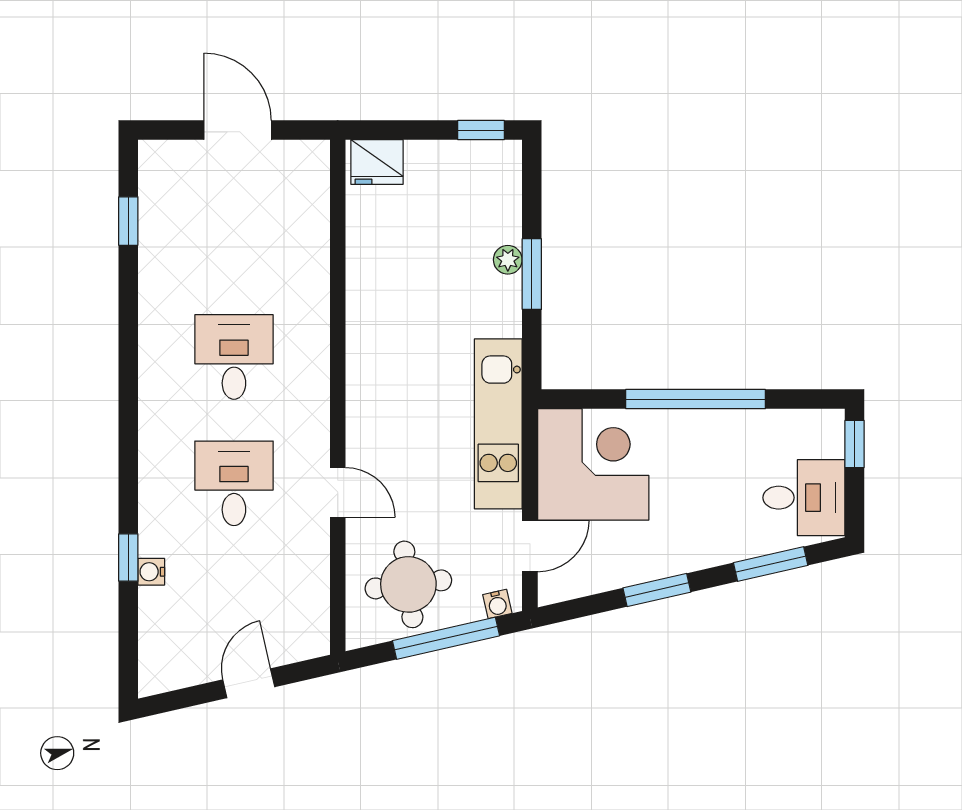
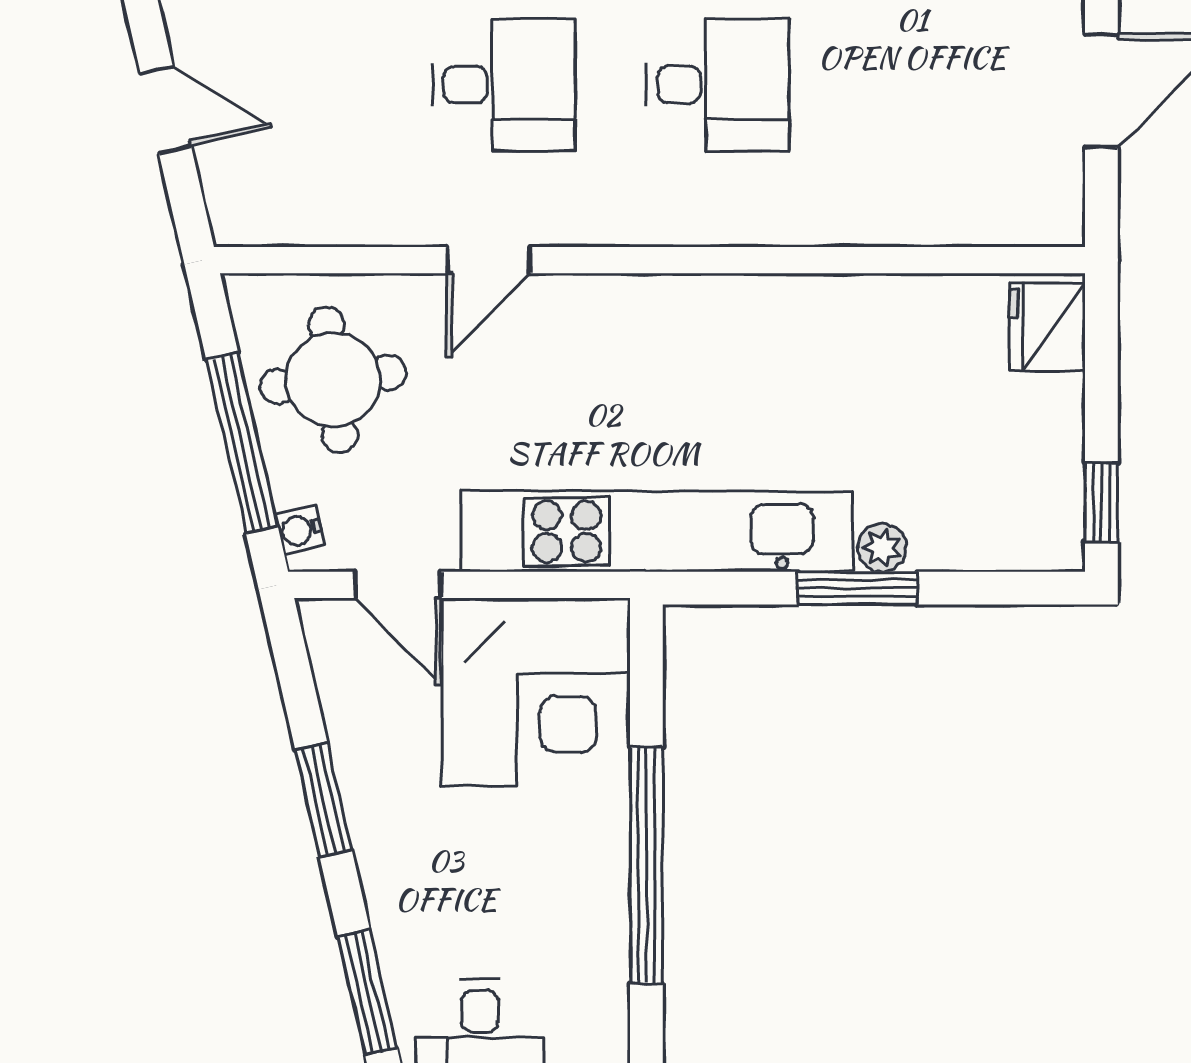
kitchen unit: (498, 424) -> (657, 532), width x1.36

